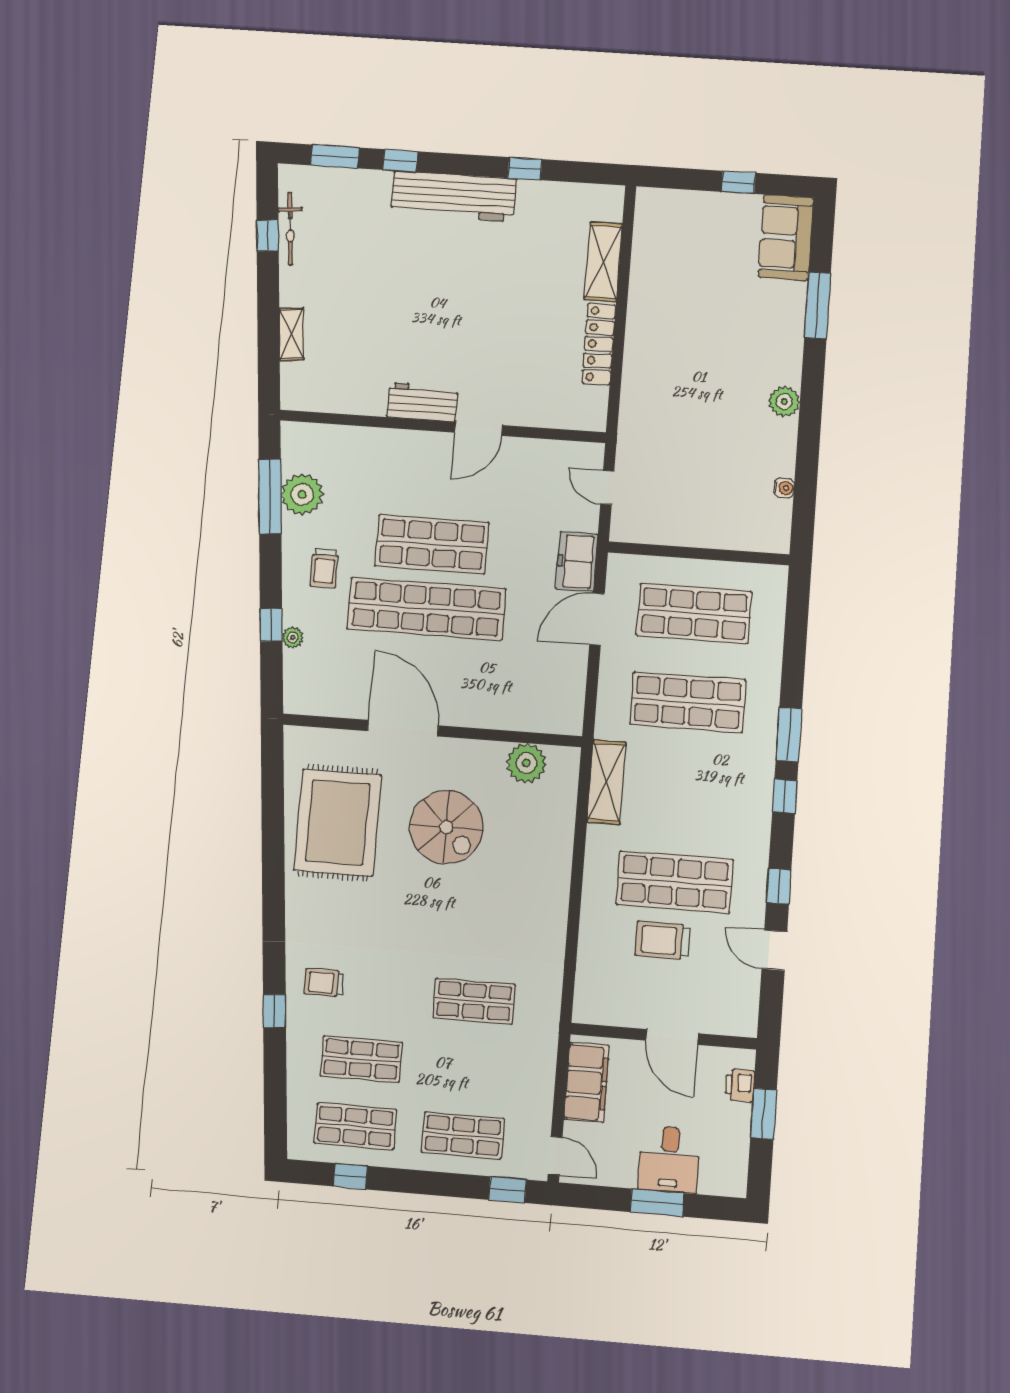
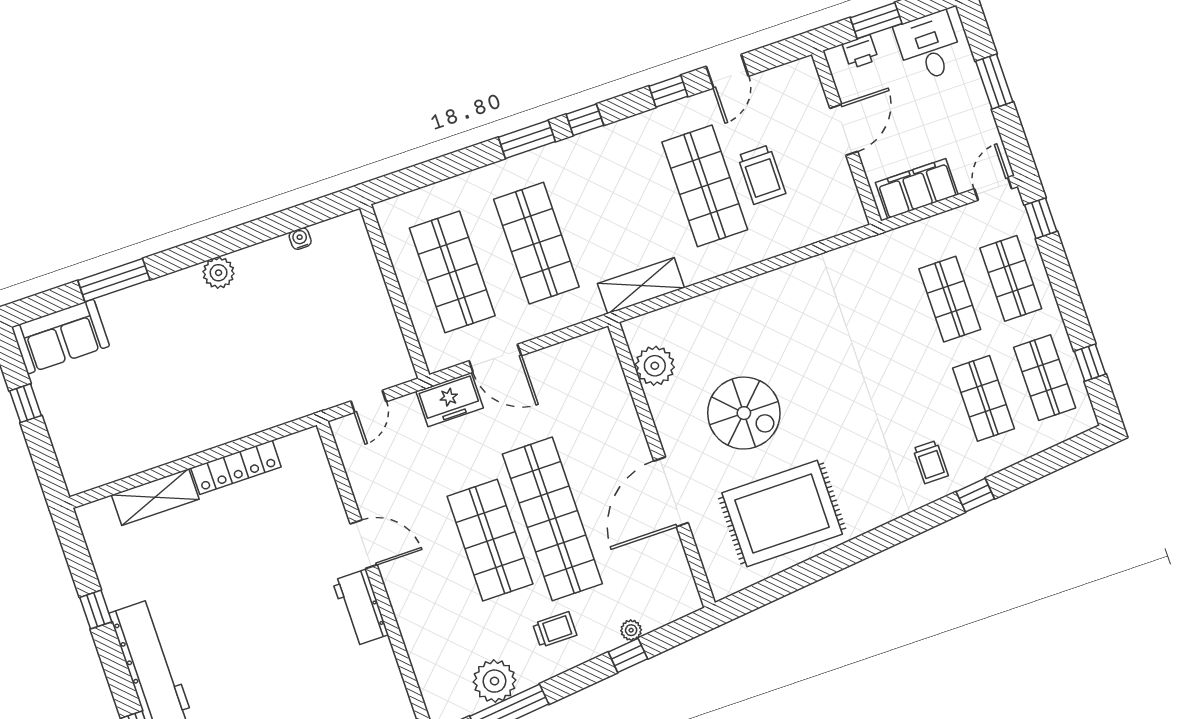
spiral stairs: (446, 827) -> (744, 413), turned 90
shop shelf: (474, 1001) -> (950, 299), moved
desk: (669, 1159) -> (929, 47), moved, turned -90

